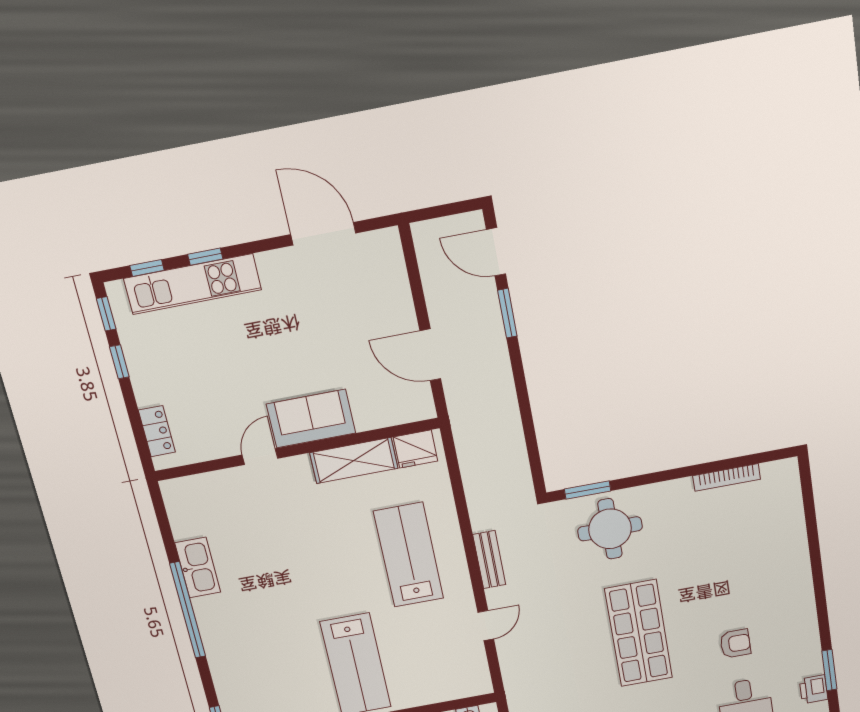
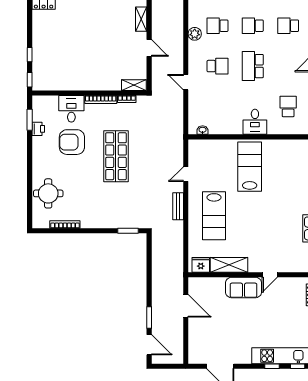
round table: (610, 529) -> (48, 193), moved
armchair: (735, 644) -> (72, 142), width x1.88, depth x1.88
printer: (814, 689) -> (38, 129), moved

